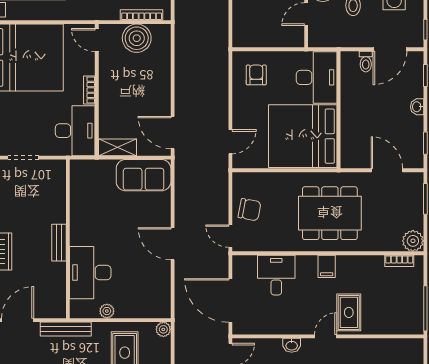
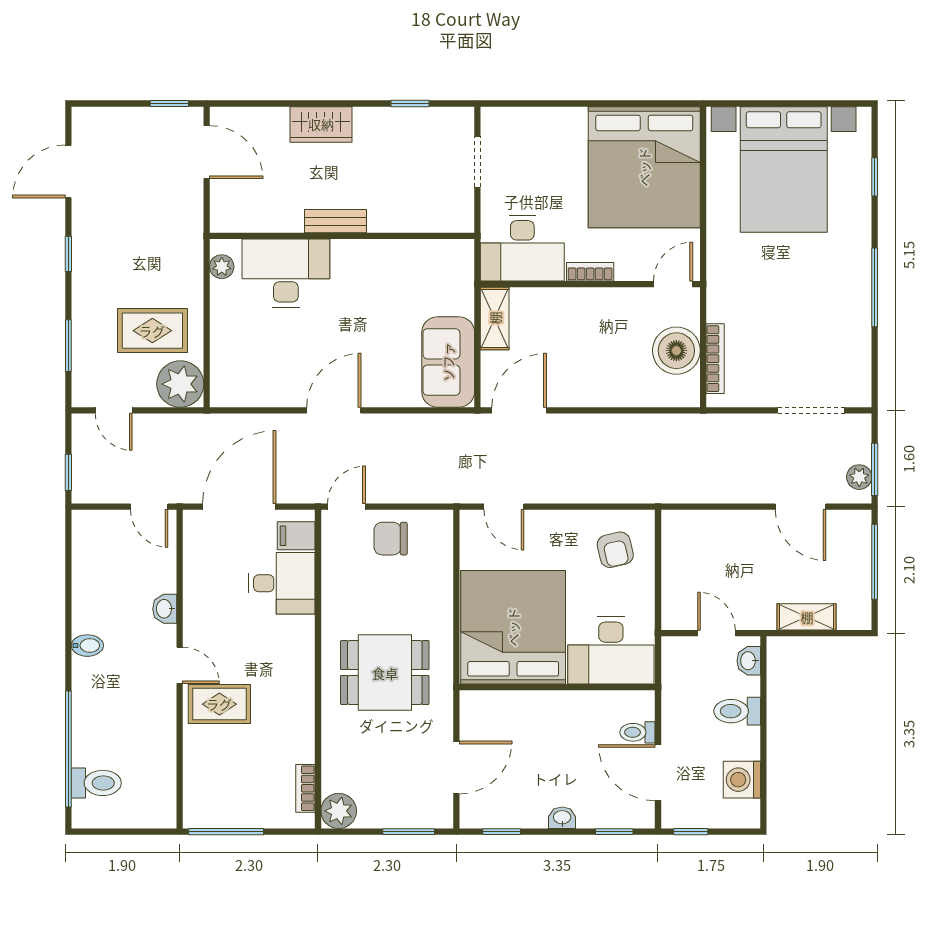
armchair: (256, 75) -> (615, 550), turned 77
chair: (250, 210) -> (391, 539), turned 79
dining table: (330, 213) -> (385, 673), width x0.73
filing cabinet: (327, 266) -> (296, 536), moved
plant: (107, 311) -> (222, 267), moved
bench: (66, 329) -> (192, 232), removed
plant: (163, 329) -> (180, 384), width x1.88, depth x1.88

